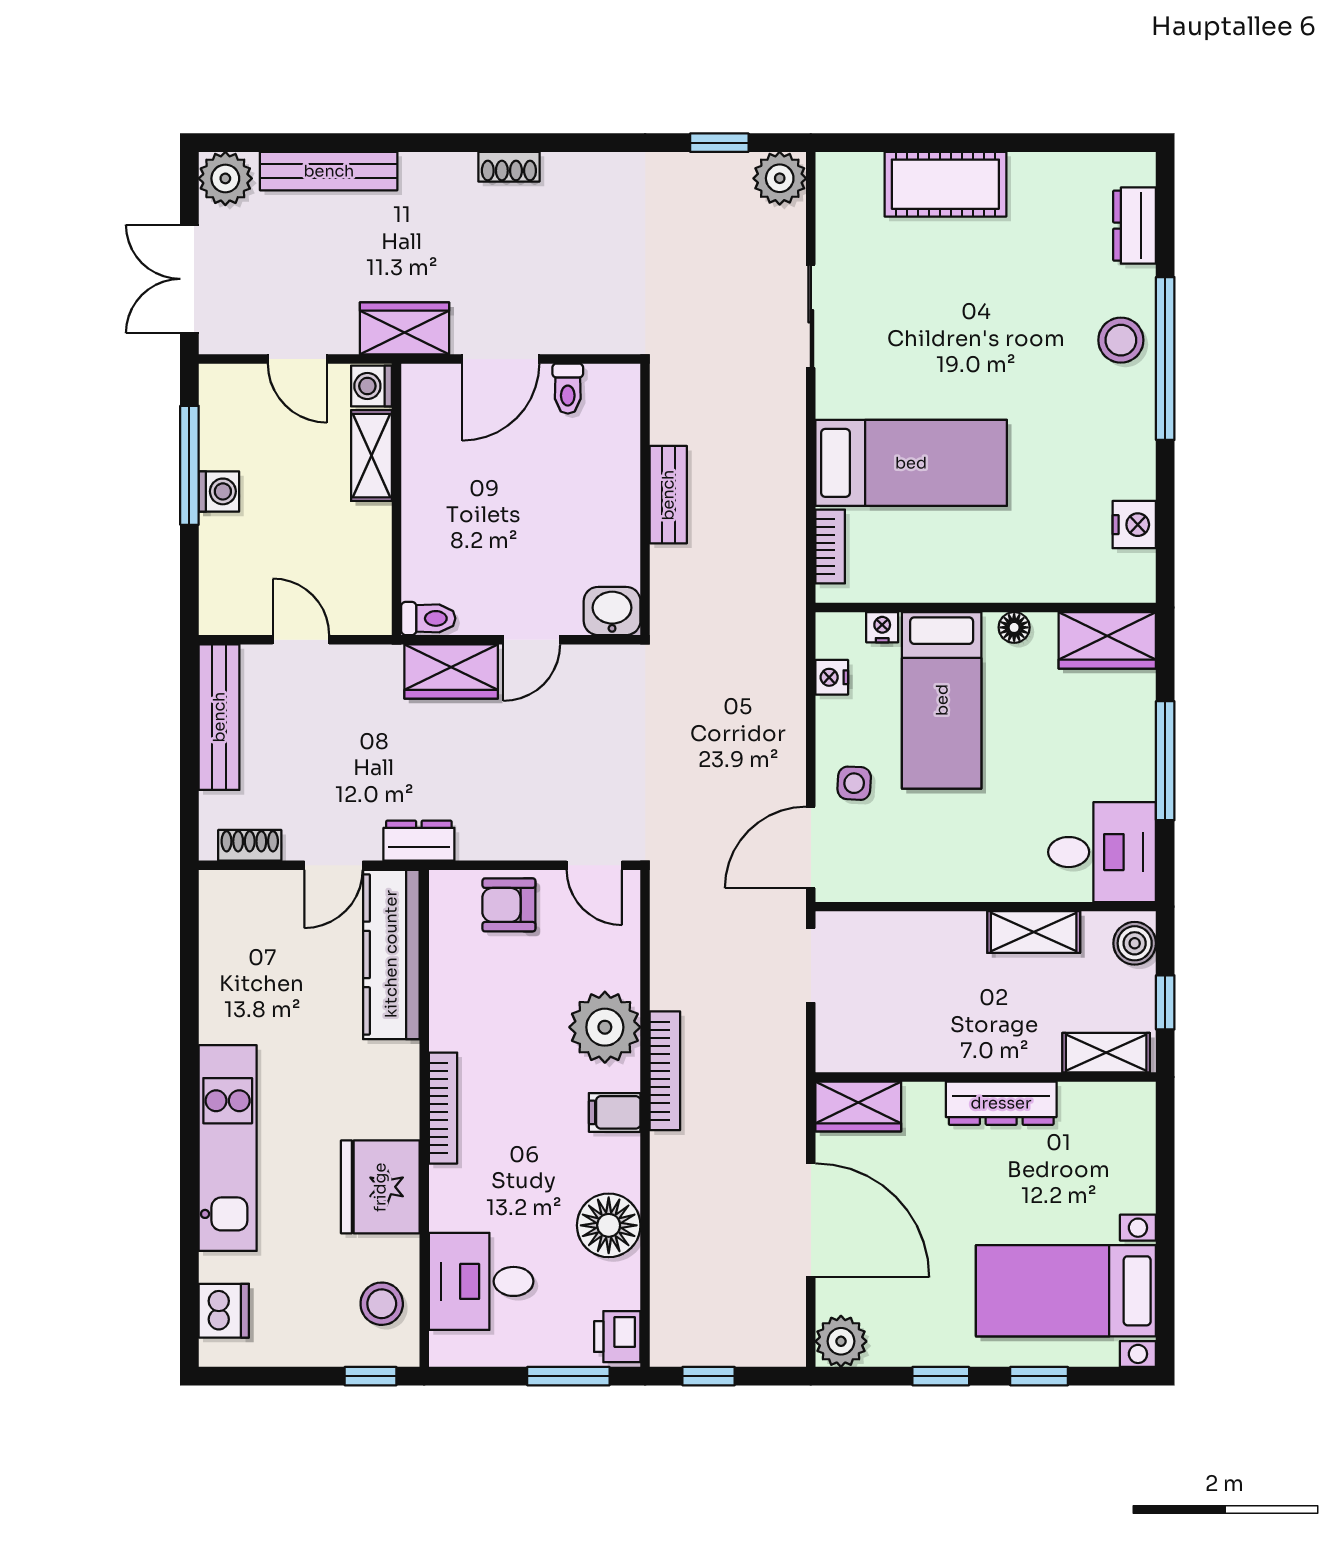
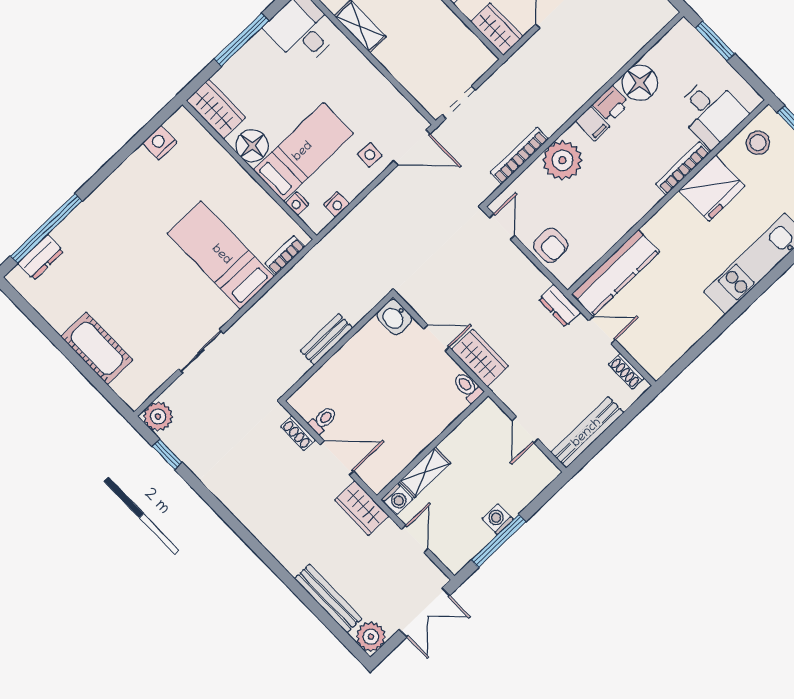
shoe rack: (509, 167) -> (298, 433), moved, turned 180
stool: (1121, 340) -> (91, 219), removed
window: (1165, 359) -> (46, 228), moved
floor lamp: (1014, 627) -> (252, 146), width x1.89, depth x1.89
bookcase: (665, 1071) -> (519, 156), moved
bookcase: (443, 1108) -> (683, 168), moved
printer: (617, 1337) -> (611, 104), moved

